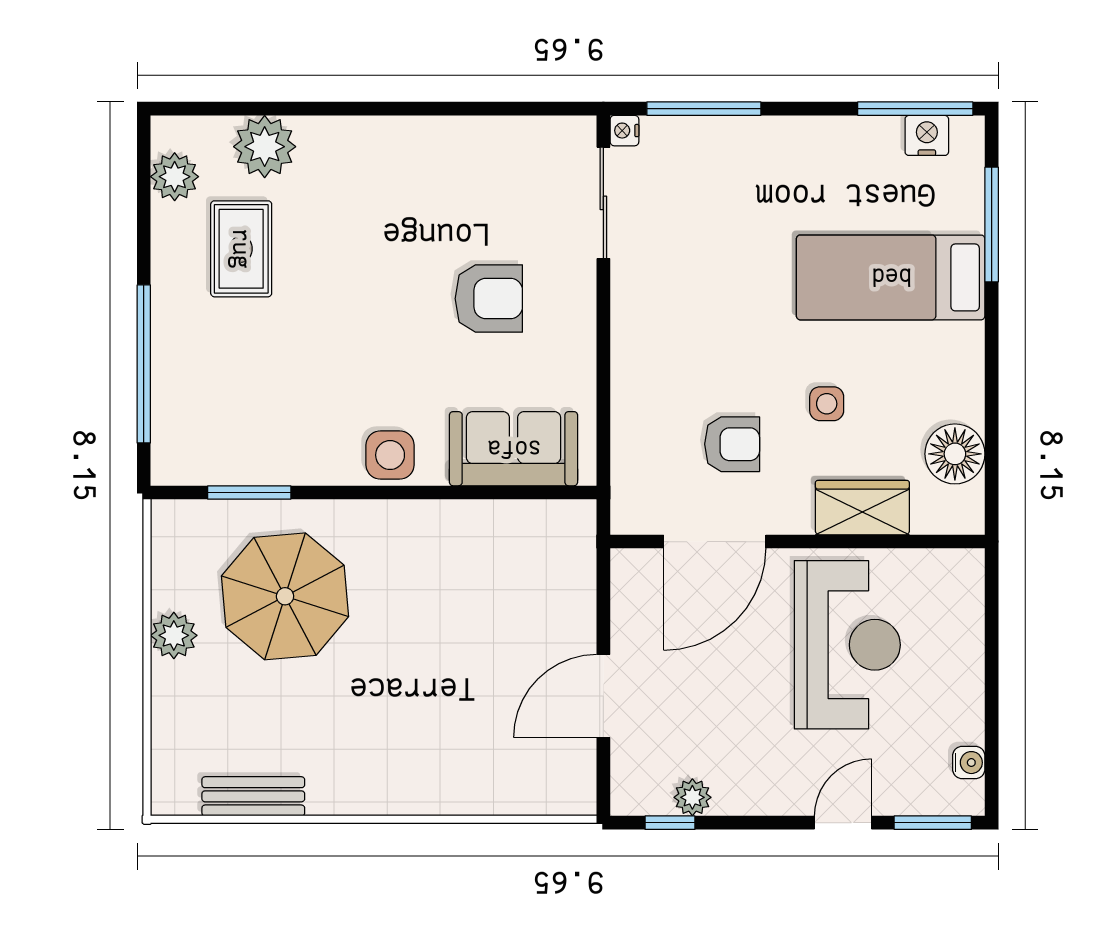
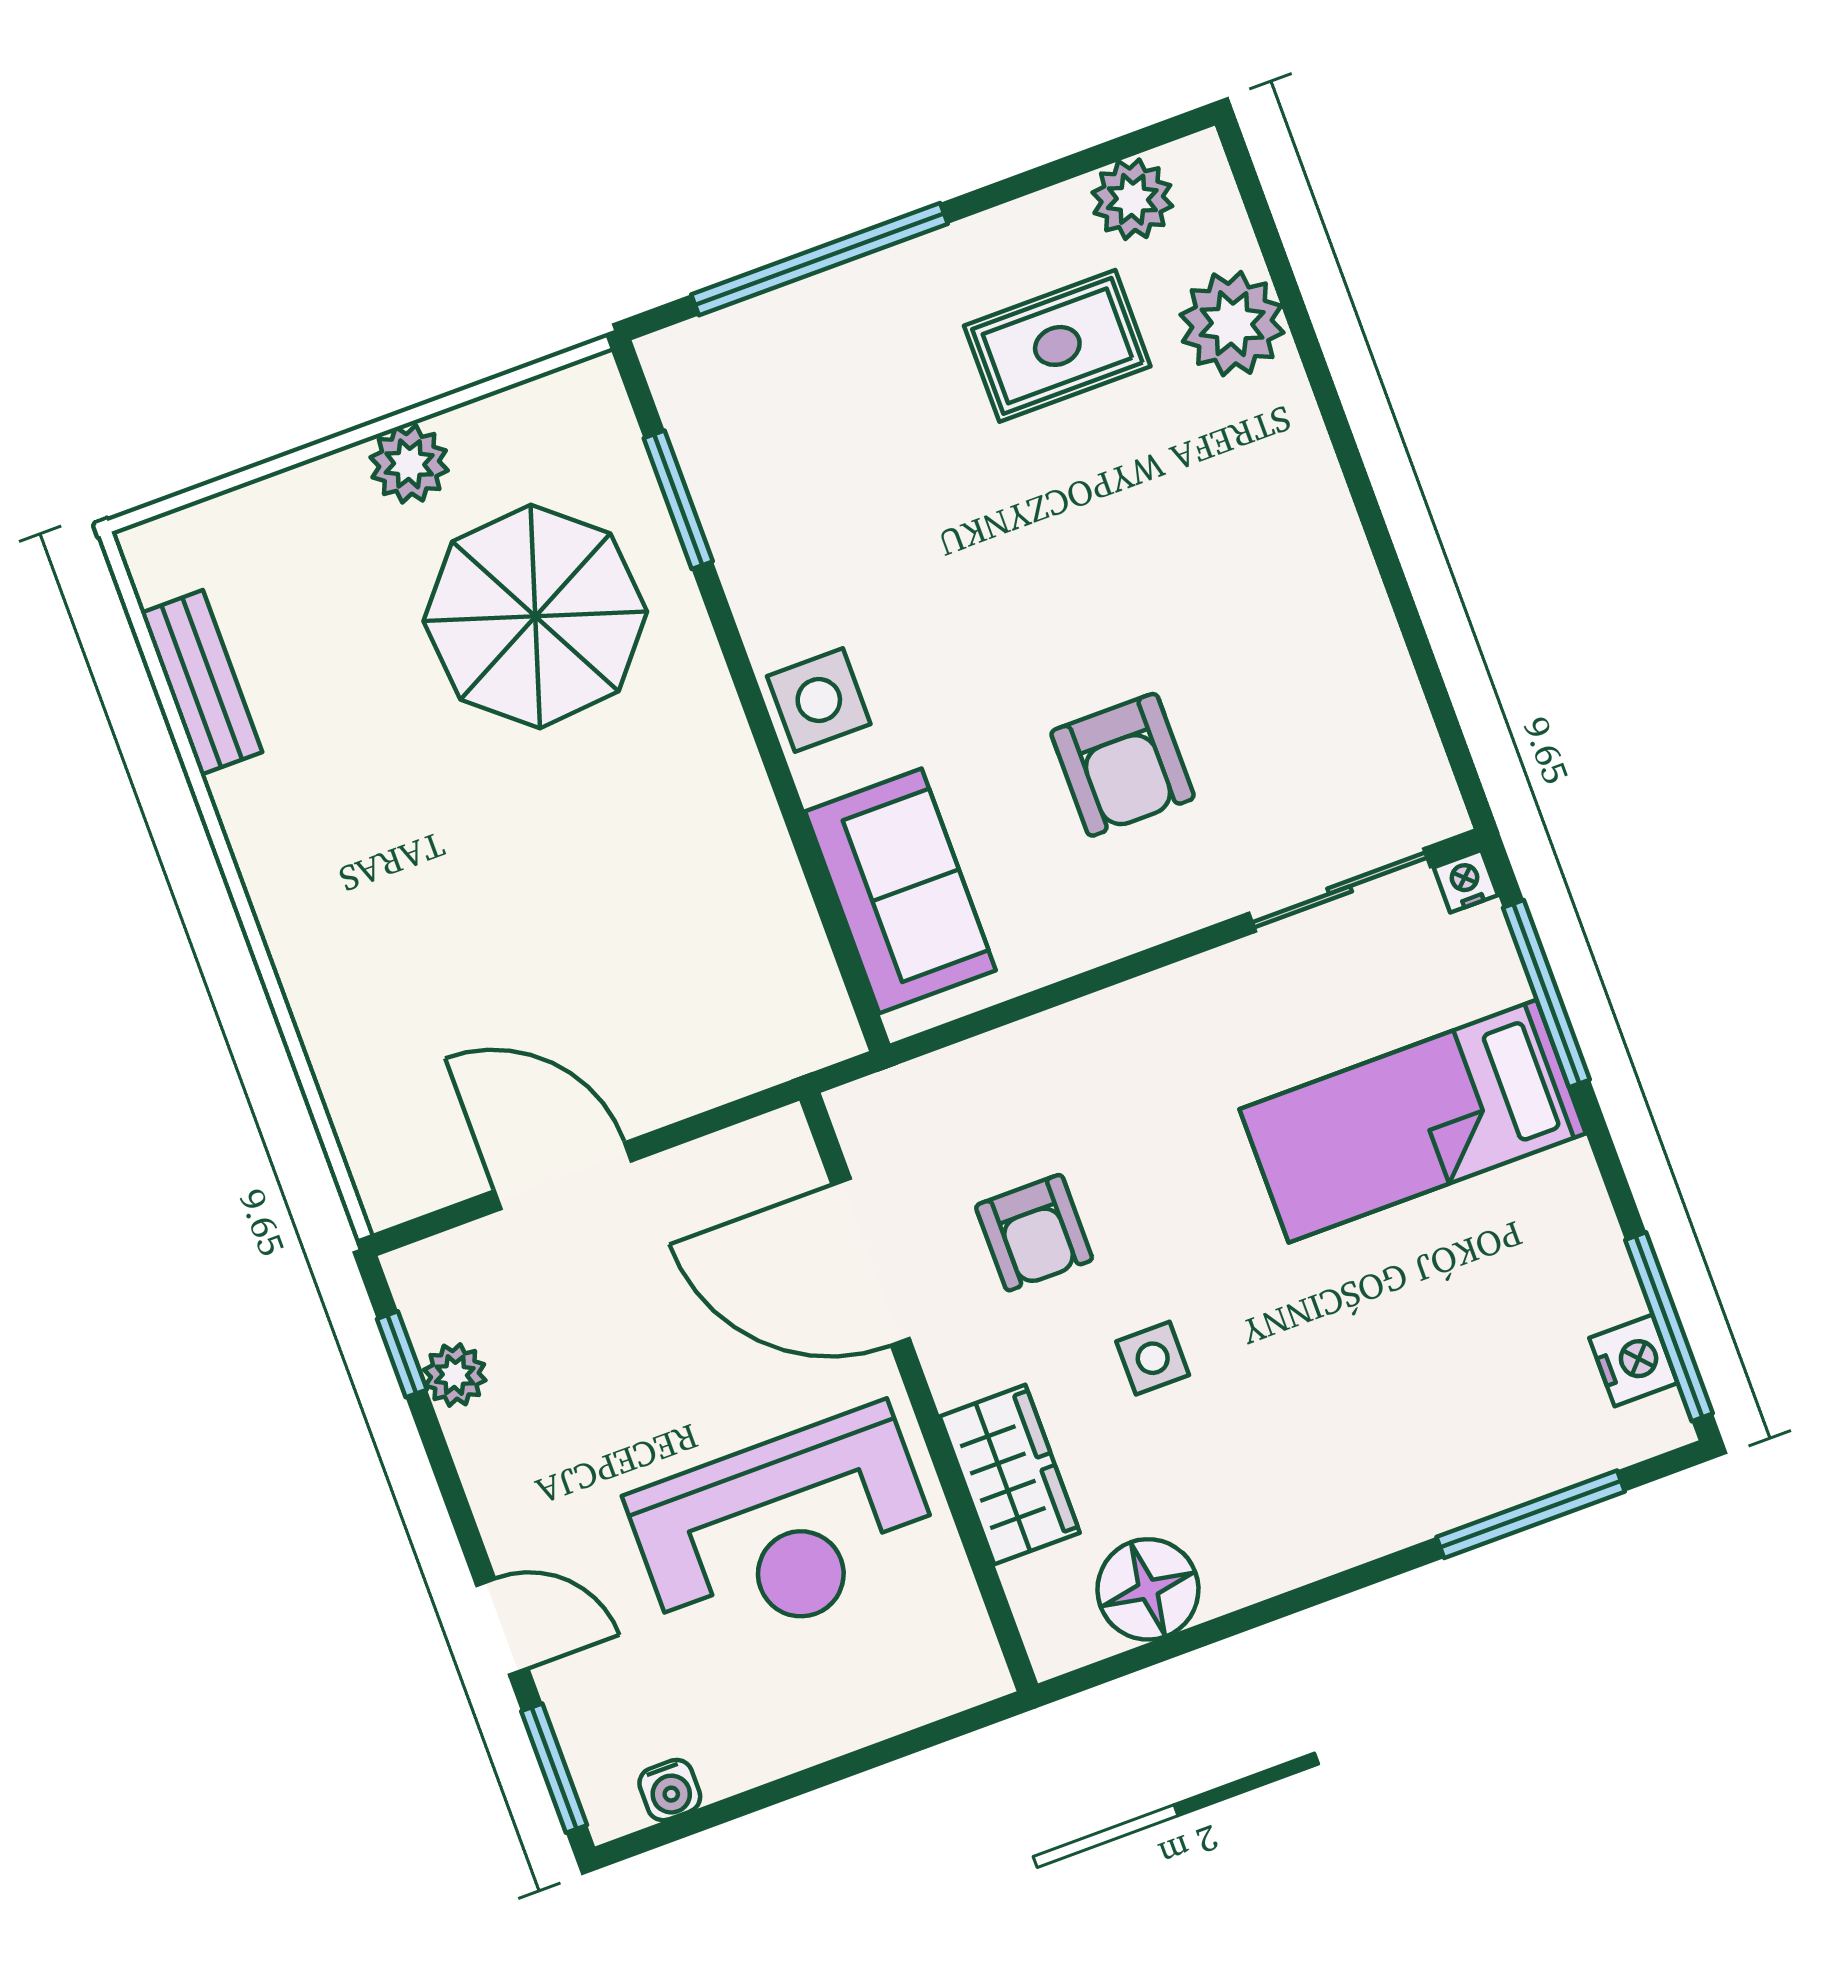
bed: (891, 277) -> (1413, 1121), moved, turned -90

